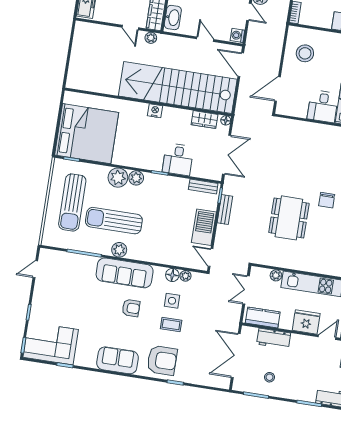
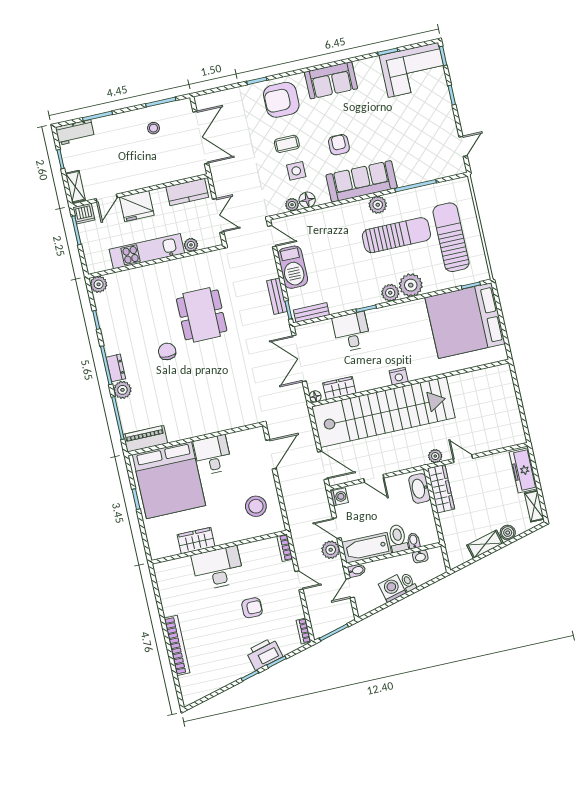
armchair: (131, 308) -> (339, 145), turned 90
workbench: (274, 339) -> (166, 173), removed

